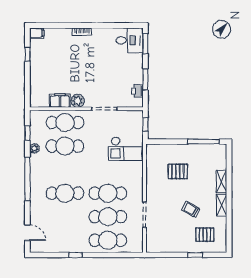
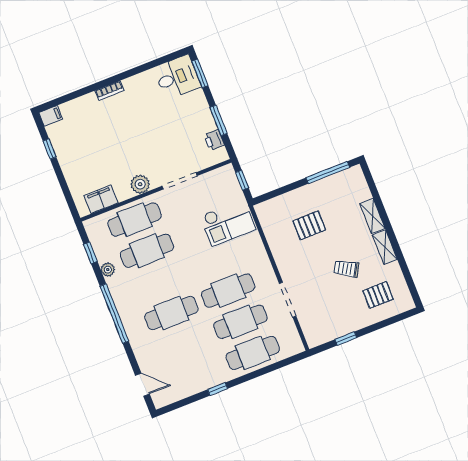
filing cabinet: (60, 101) -> (101, 199), moved
window: (195, 255) -> (346, 339), moved

